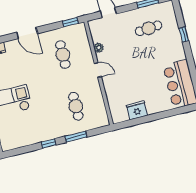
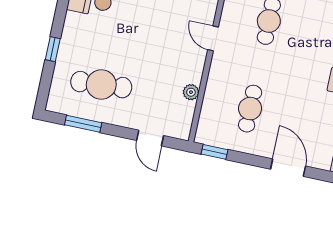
cafe table: (148, 28) -> (101, 85), width x1.37, depth x1.35
door: (98, 70) -> (213, 38), moved

